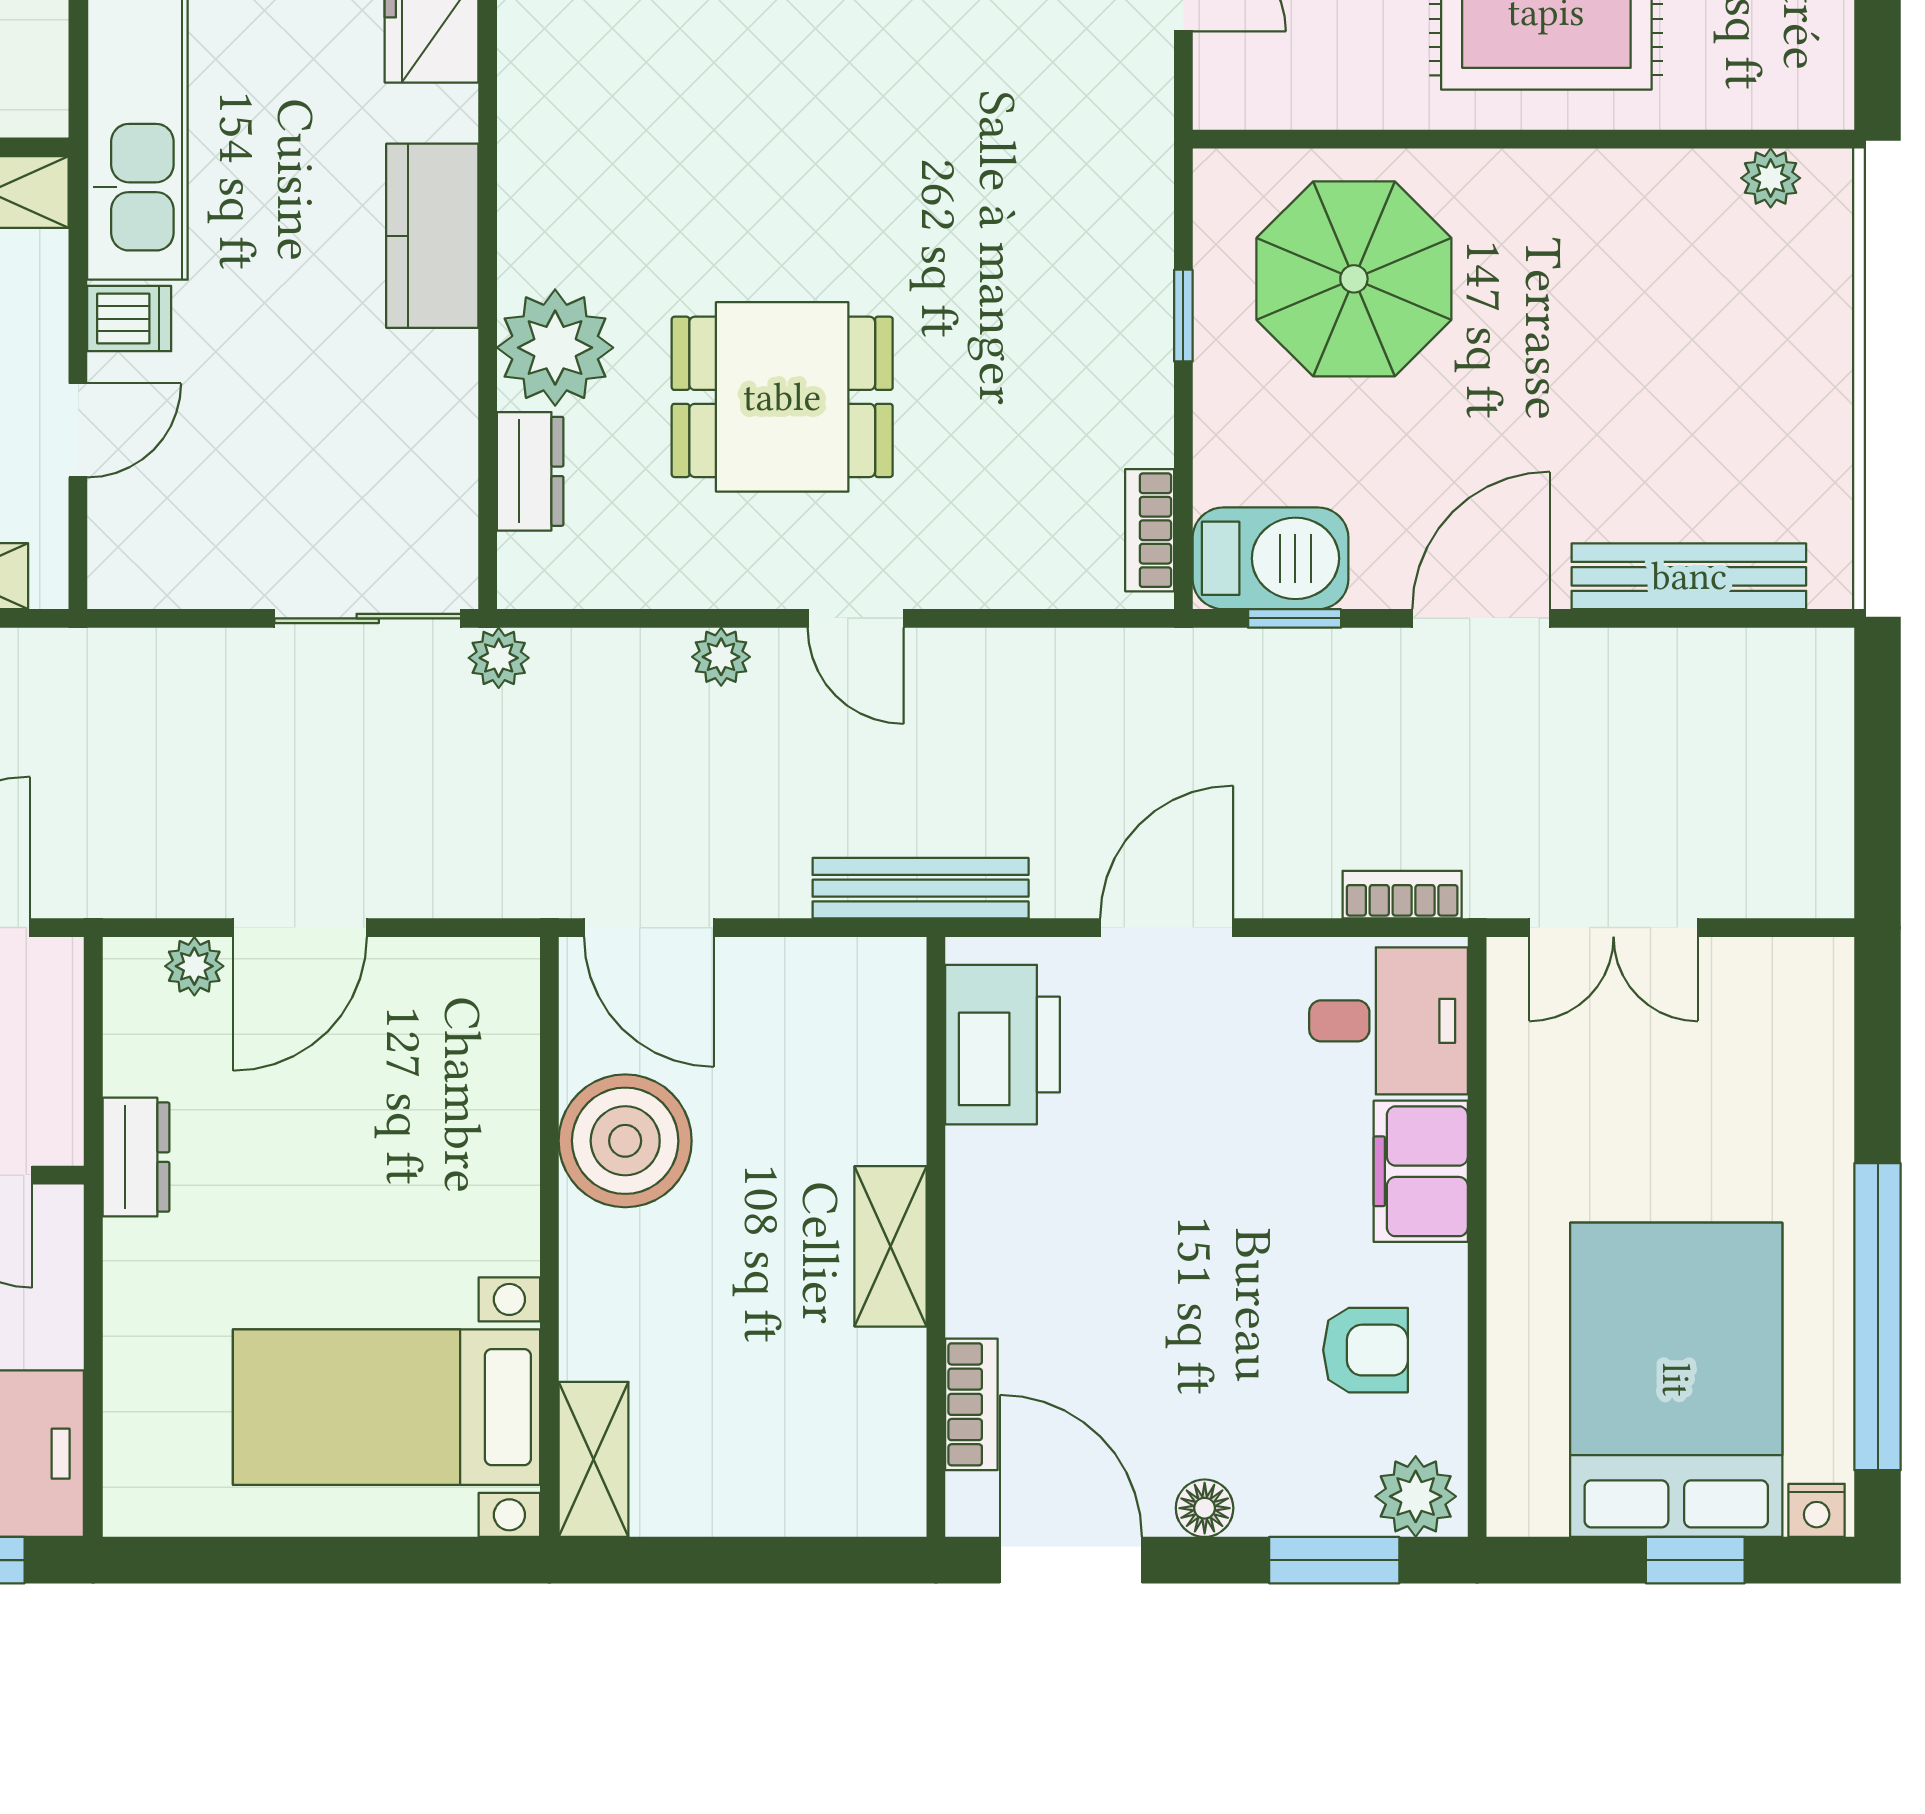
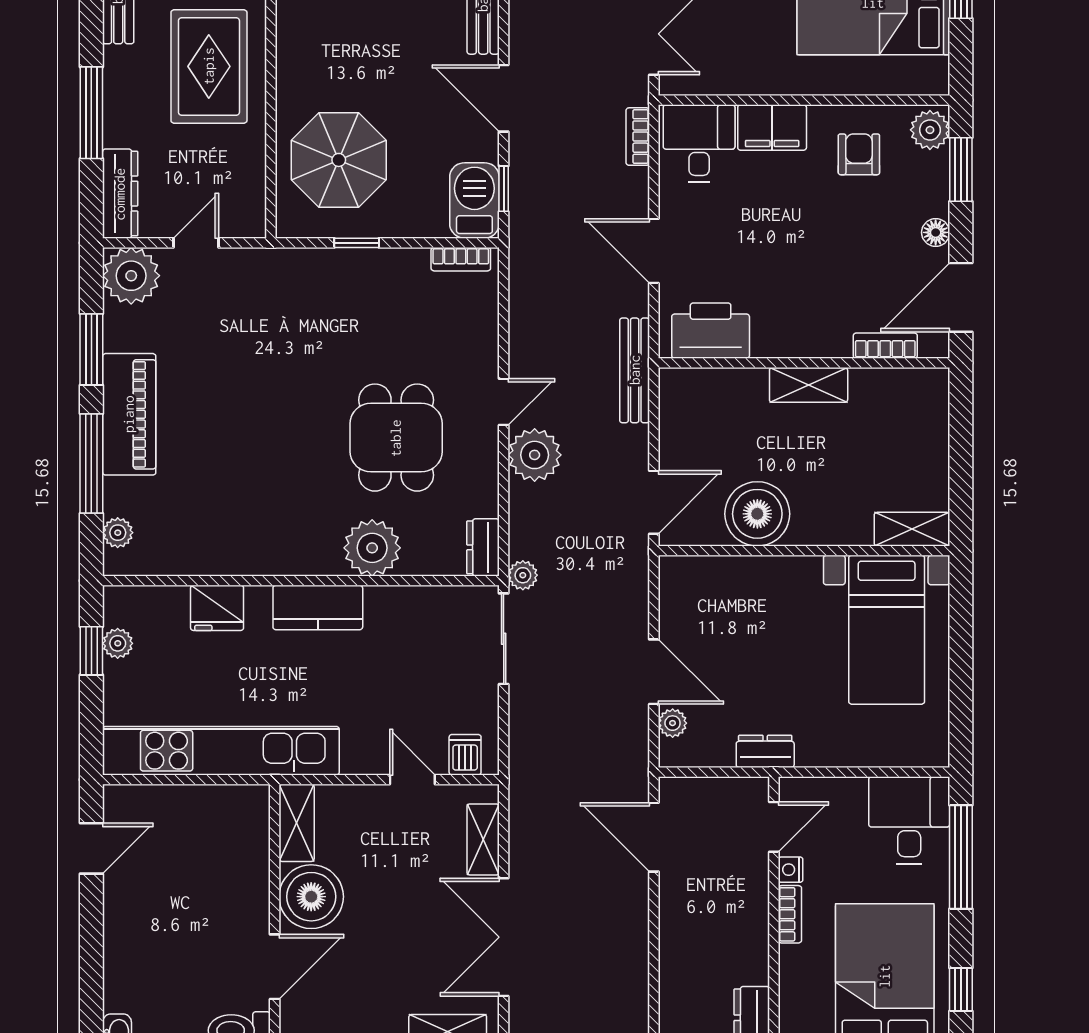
dishwasher: (129, 319) -> (465, 755), moved
dresser: (530, 471) -> (483, 547), moved, turned -90
plant: (721, 657) -> (535, 455), width x1.88, depth x1.88

